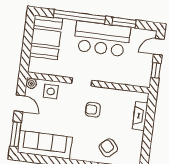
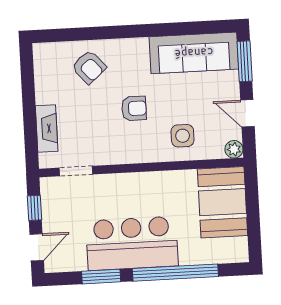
booth: (46, 37) -> (222, 202), moved
doorway: (82, 82) -> (76, 171), moved
side table: (51, 91) -> (183, 136), moved
armchair: (93, 110) -> (134, 108), moved

